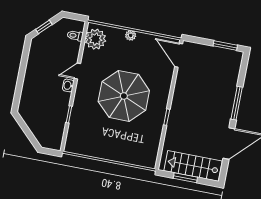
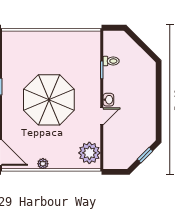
plant: (131, 35) -> (43, 164), moved
toilet: (75, 36) -> (111, 61), moved

